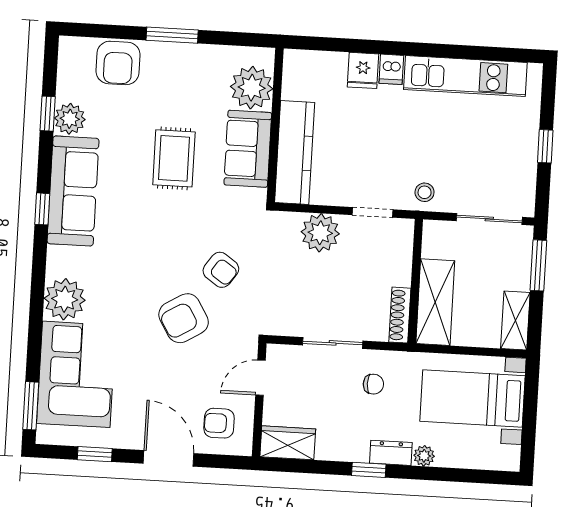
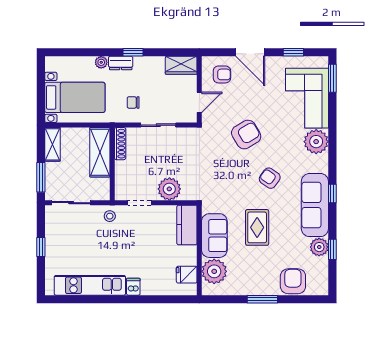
fridge: (363, 70) -> (187, 275), moved, turned -90
kitchen counter: (295, 152) -> (187, 225), width x0.67
armchair: (221, 270) -> (270, 178), moved

